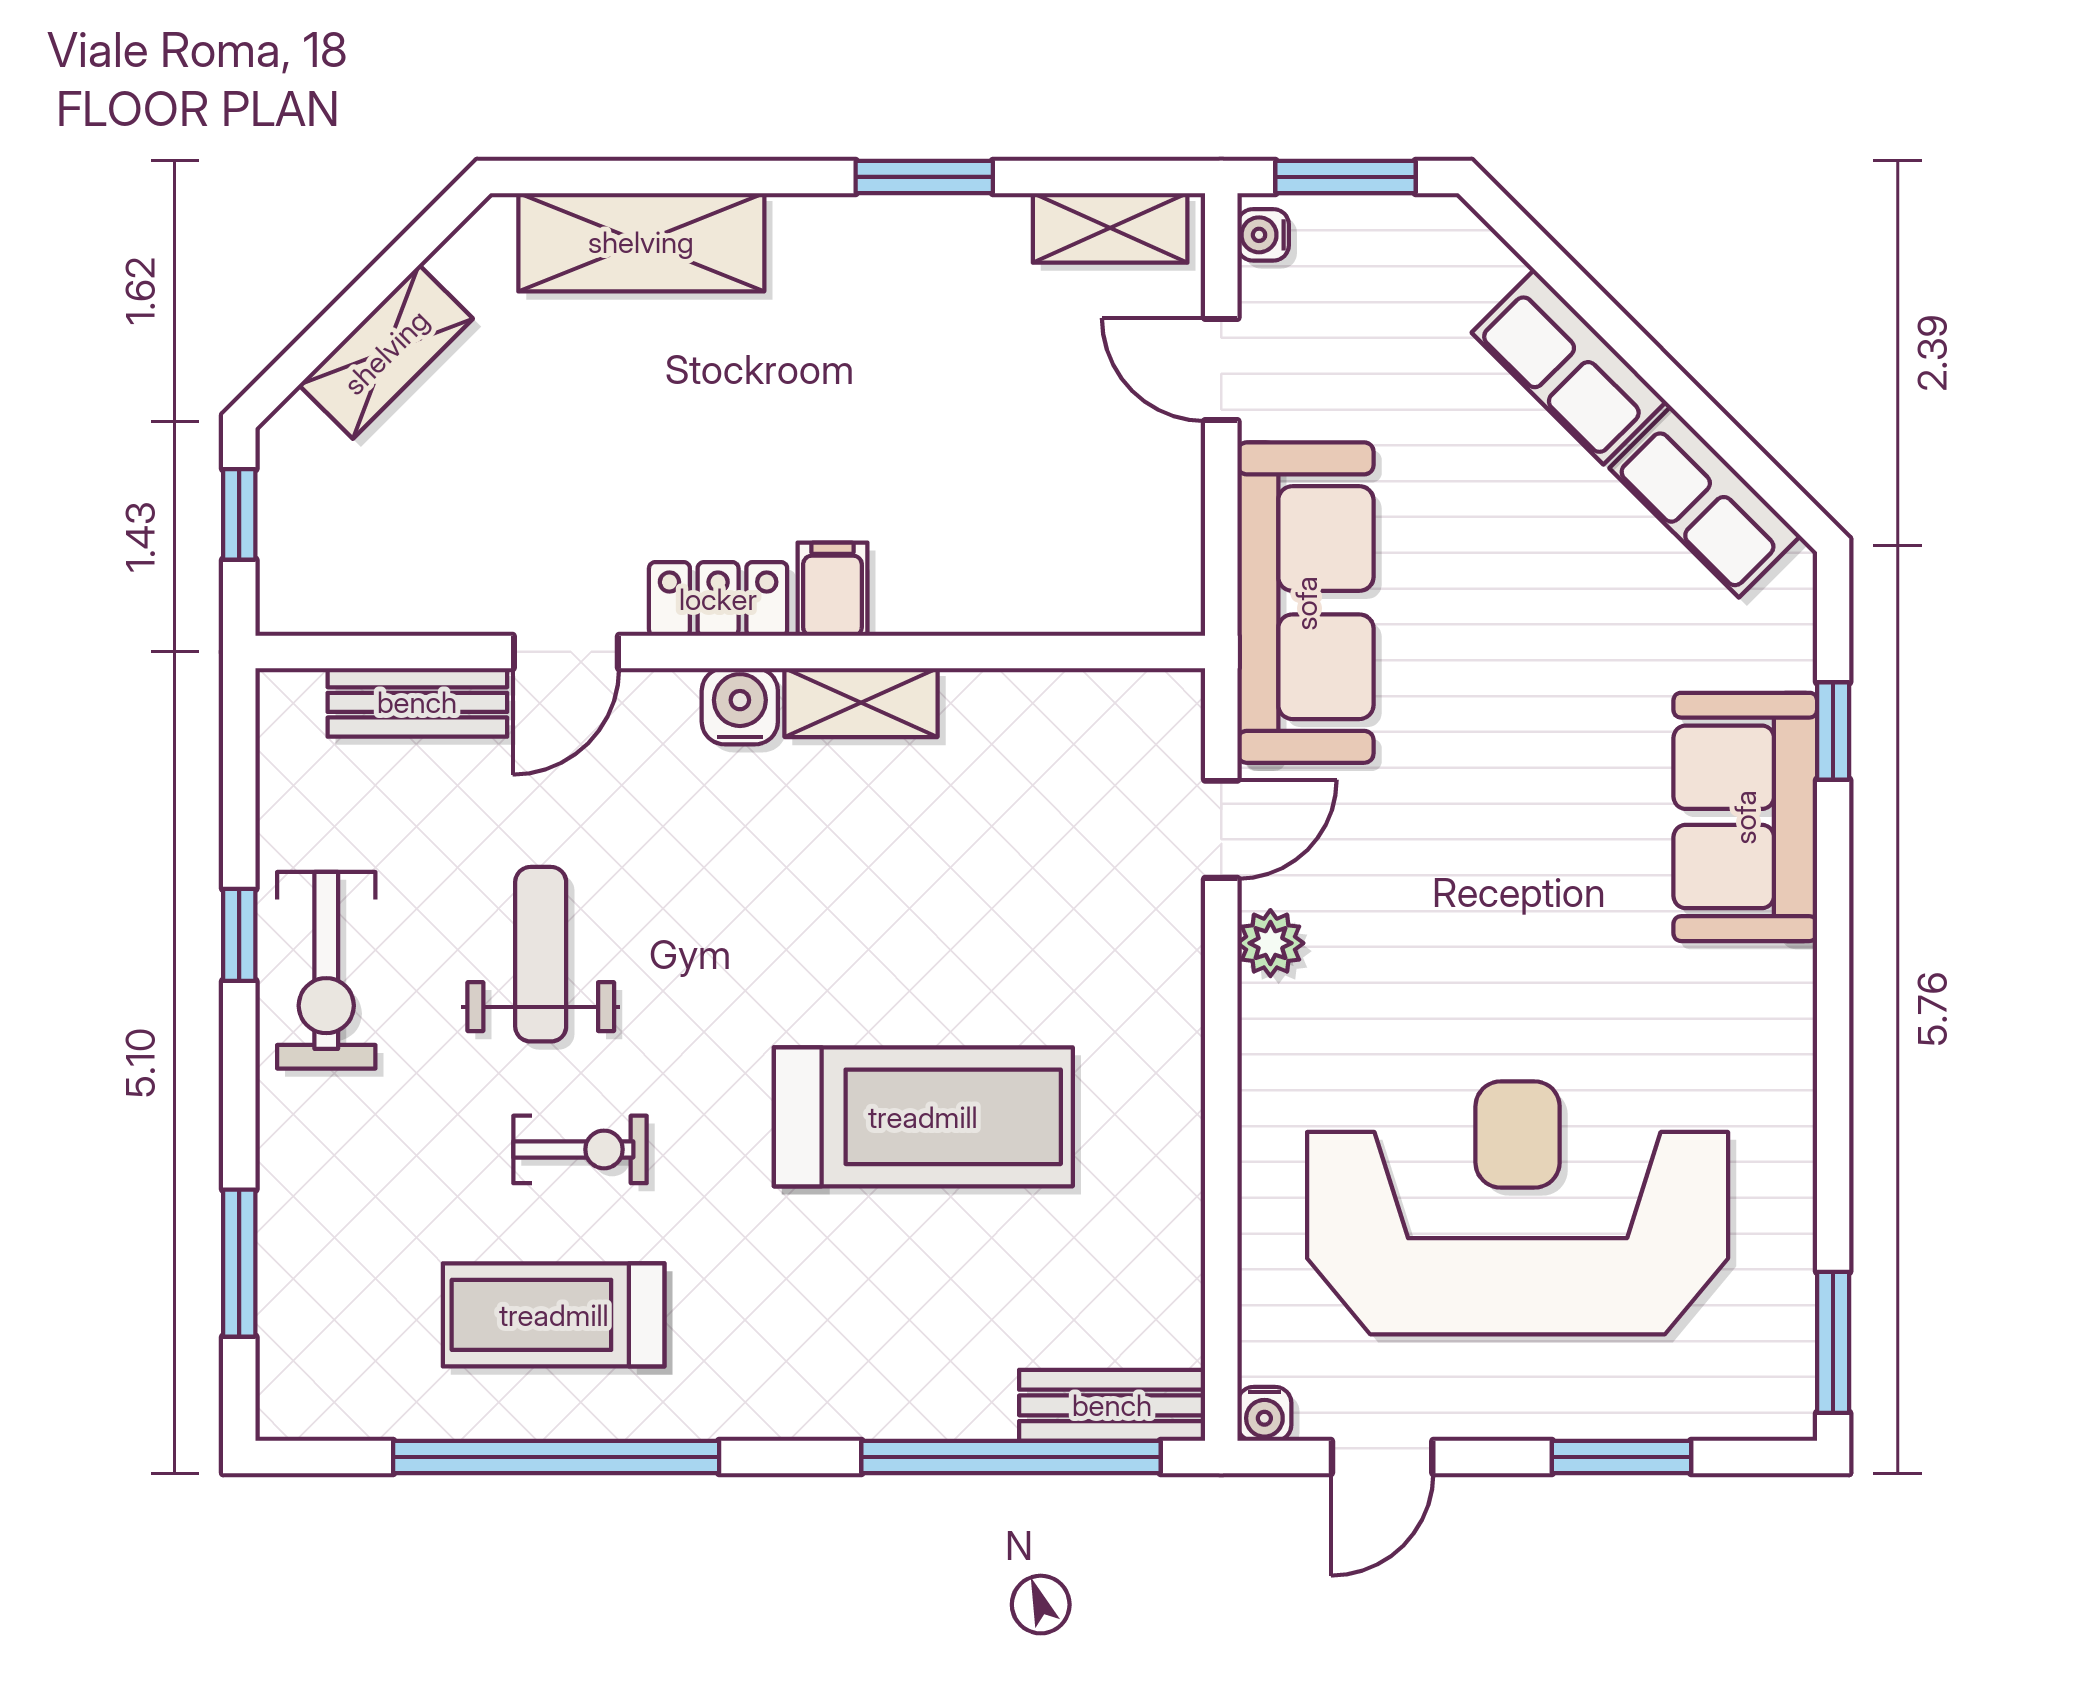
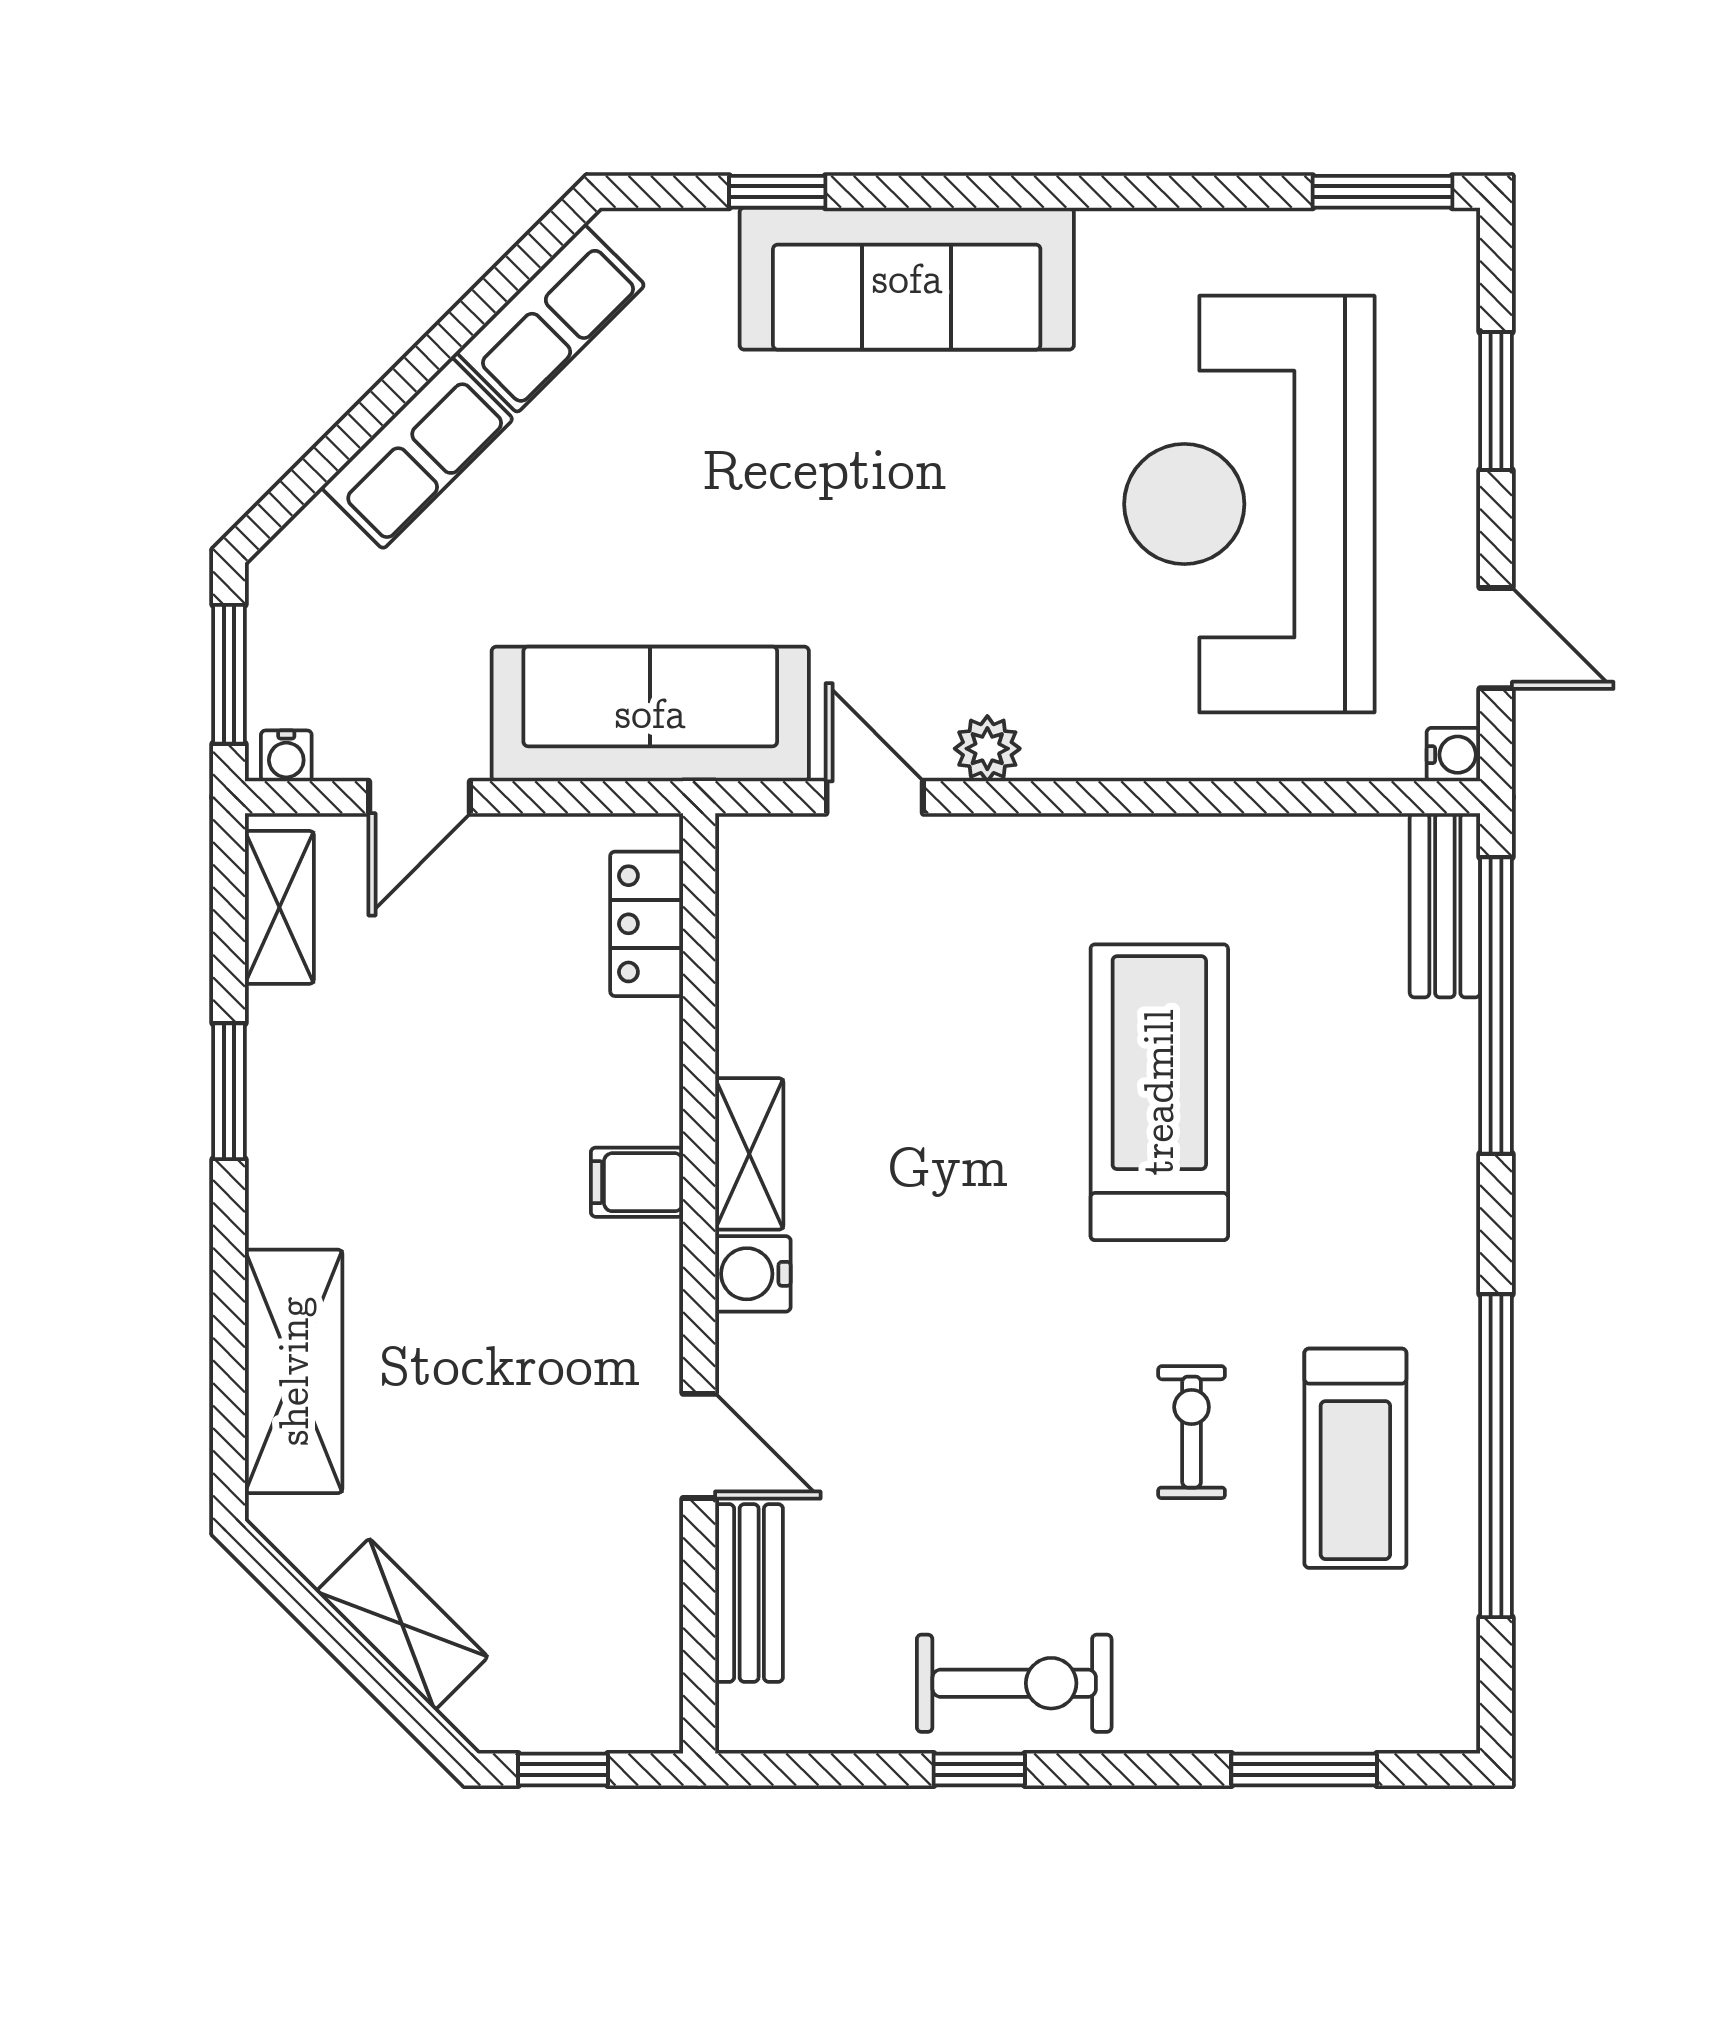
locker: (718, 599) -> (647, 924), moved
sofa: (1745, 817) -> (907, 279), width x1.36
weight bench: (541, 954) -> (998, 1471), removed

